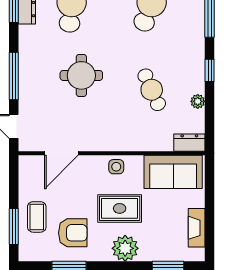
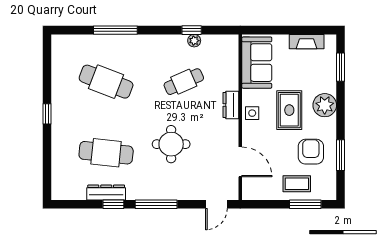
window: (210, 70) -> (192, 30), moved
window: (14, 76) -> (156, 204), moved
dresser: (189, 143) -> (231, 105), moved

